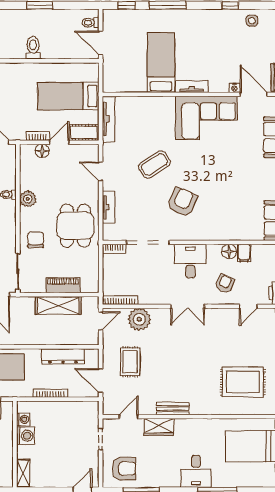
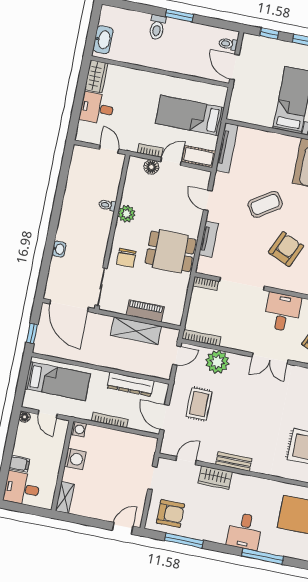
toilet: (33, 48) -> (157, 27), moved, turned 180
dining table: (75, 226) -> (170, 251), turned 90
chair: (36, 240) -> (126, 258), turned 180
washing machine: (23, 419) -> (78, 429), moved

